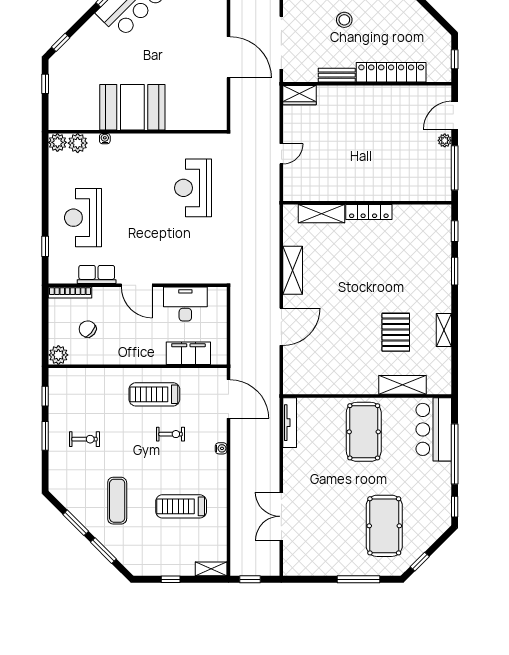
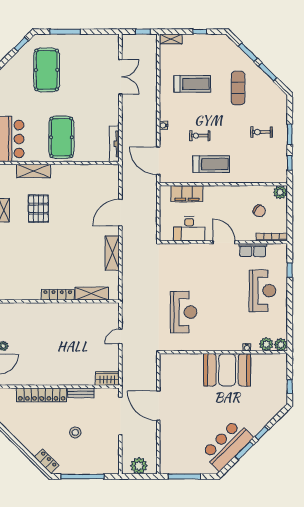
window: (61, 42) -> (262, 433), moved

